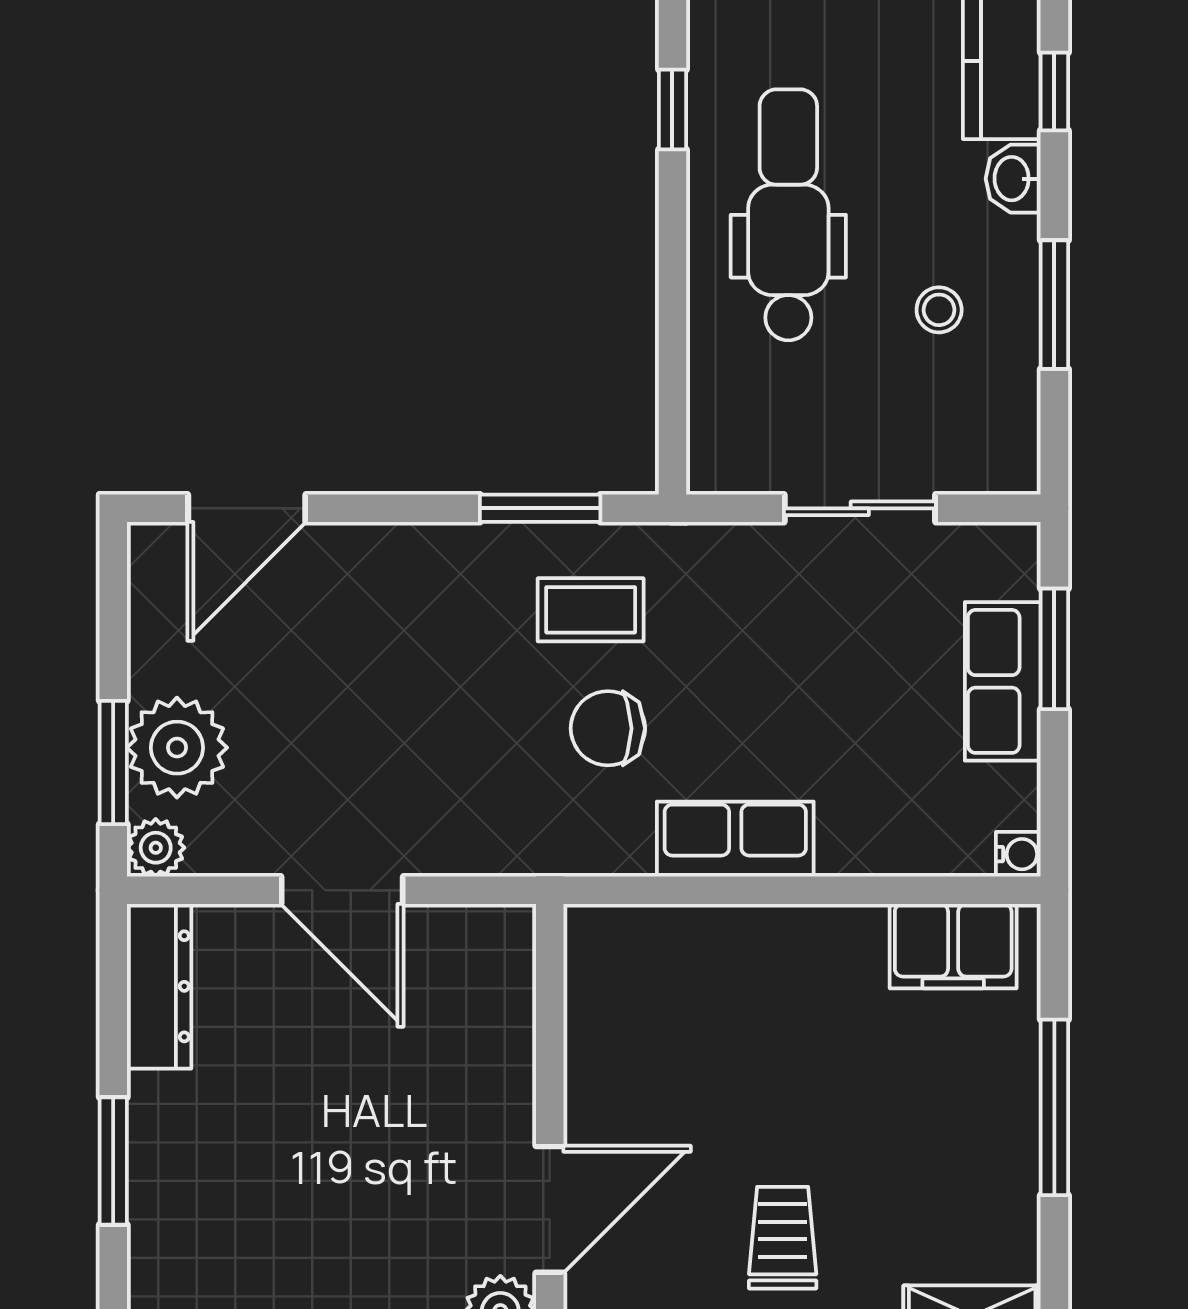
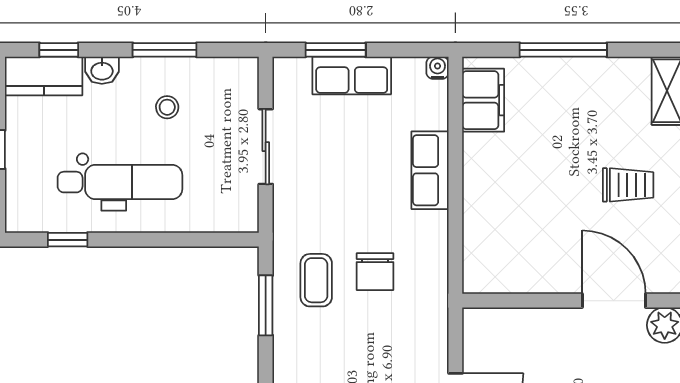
dental chair: (788, 215) -> (120, 182), turned 180
row of seats: (735, 839) -> (430, 170), moved
trolley: (783, 1238) -> (628, 185), turned 180

